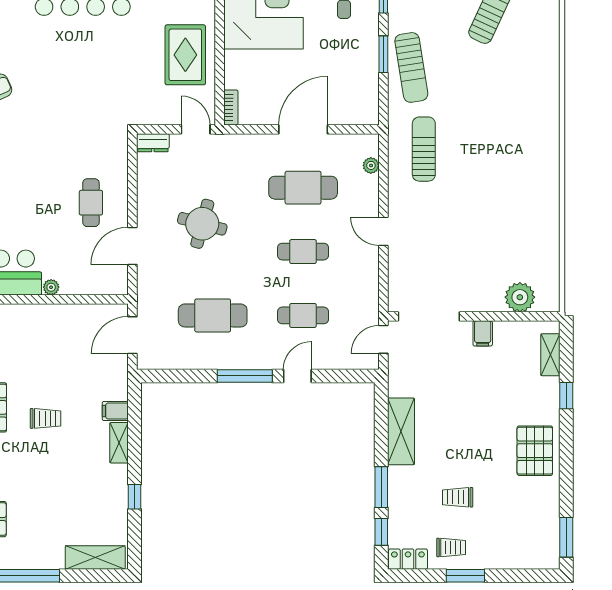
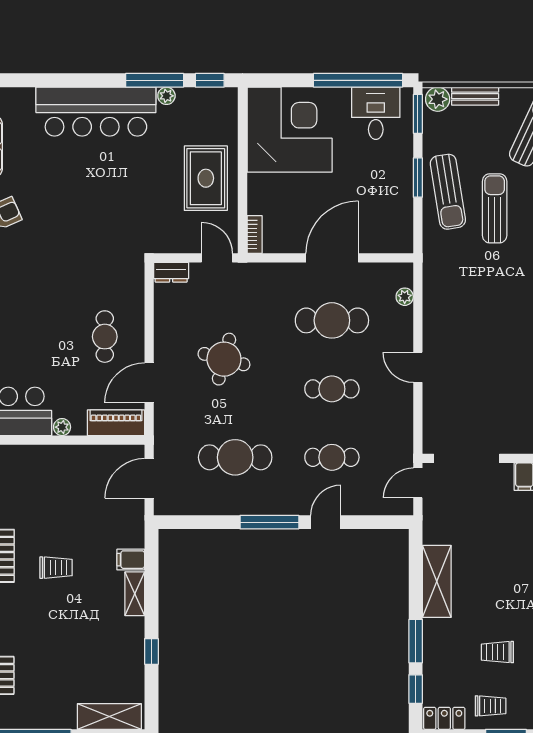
sun lounger: (424, 149) -> (495, 208), moved
piano: (101, 283) -> (116, 423), added

